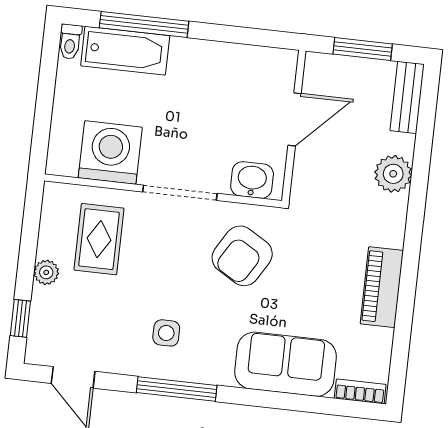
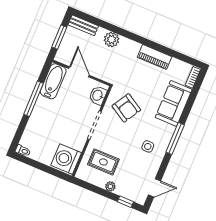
window: (144, 24) -> (33, 99), moved
bathtub: (125, 51) -> (53, 81), moved
washing machine: (110, 153) -> (66, 159), moved
window: (177, 389) -> (175, 139), moved

